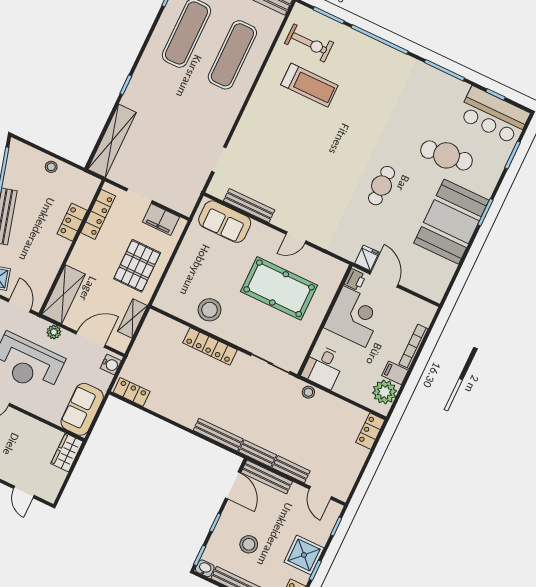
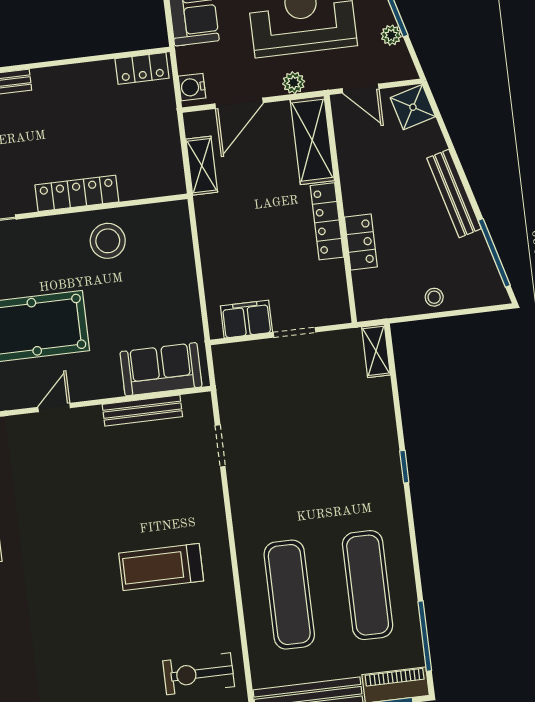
treadmill: (309, 85) -> (161, 567), moved
shelving: (112, 141) -> (376, 351), width x0.45, depth x0.75
locker: (98, 214) -> (327, 221), moved
pallet: (137, 266) -> (239, 238), removed

